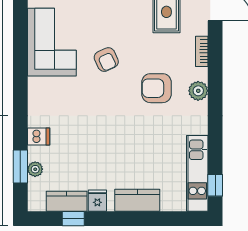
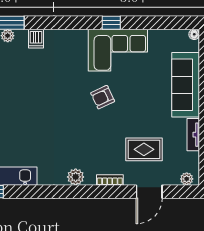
window: (20, 50) -> (111, 23), added
armchair: (156, 88) -> (78, 141), removed

